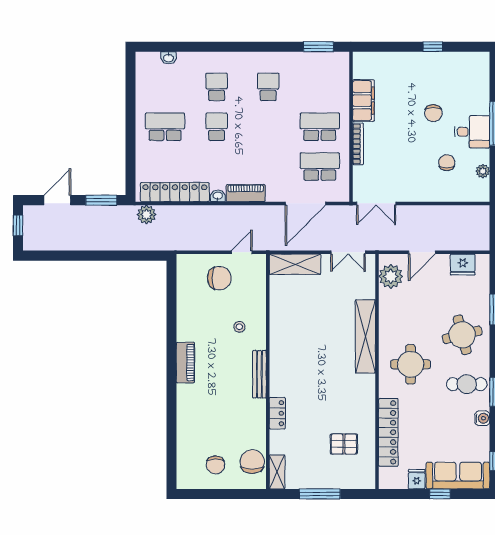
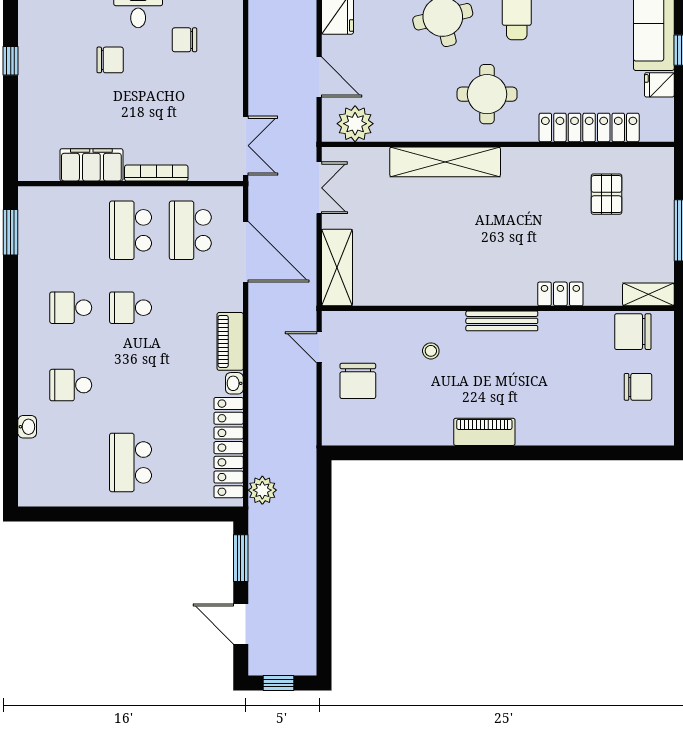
washbasin: (168, 58) -> (27, 427), moved
school desk: (217, 127) -> (131, 308), moved
chair: (219, 278) -> (358, 381), turned 180

